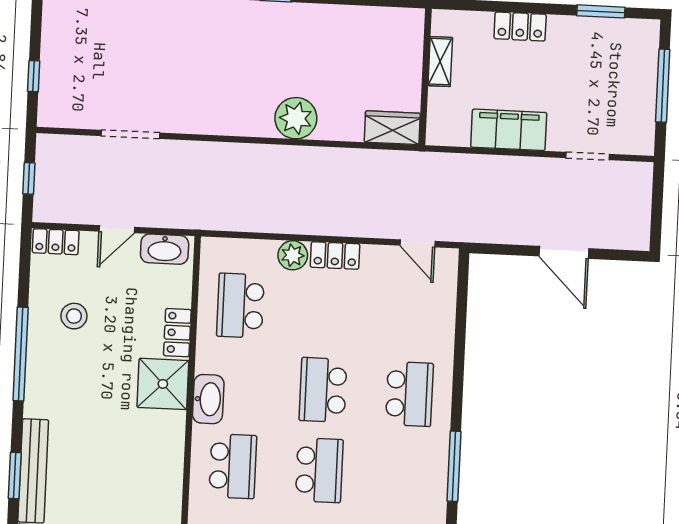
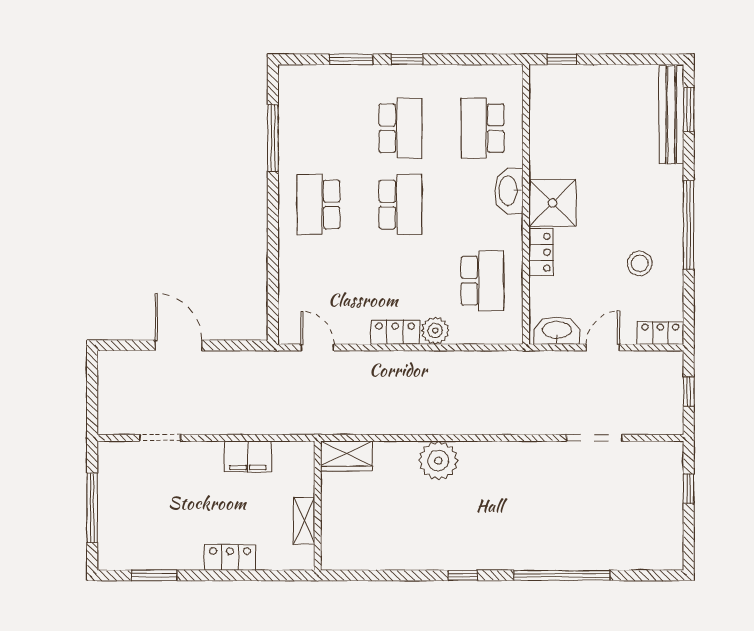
filing cabinet: (509, 130) -> (248, 456), width x0.67, depth x0.86
school desk: (319, 470) -> (400, 128), turned 180

